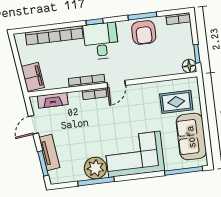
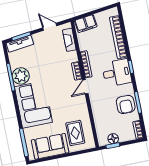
armchair: (144, 32) -> (126, 104), turned -90
floor lamp: (189, 66) -> (113, 139), moved
door: (116, 84) -> (85, 87), hinge flipped
tv unit: (49, 152) -> (20, 44), moved

